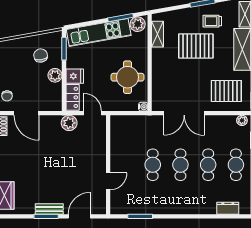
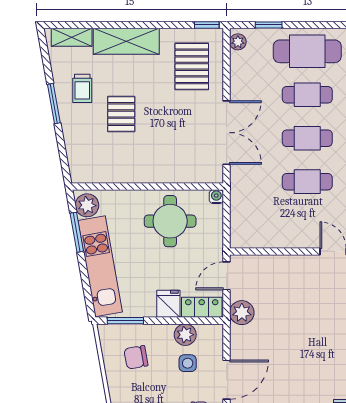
shelving: (157, 34) -> (103, 174), removed
pallet: (196, 46) -> (121, 114), width x0.67, depth x0.71
plant: (55, 75) -> (185, 335), moved
side table: (37, 88) -> (188, 363), added
cafe table: (236, 165) -> (307, 51), width x1.37, depth x1.35

